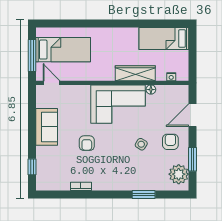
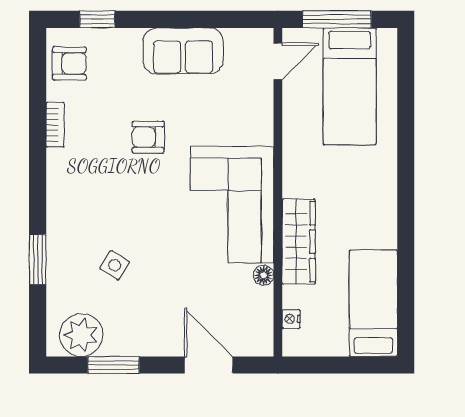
armchair: (170, 142) -> (69, 64), moved
side table: (141, 144) -> (115, 265), moved

